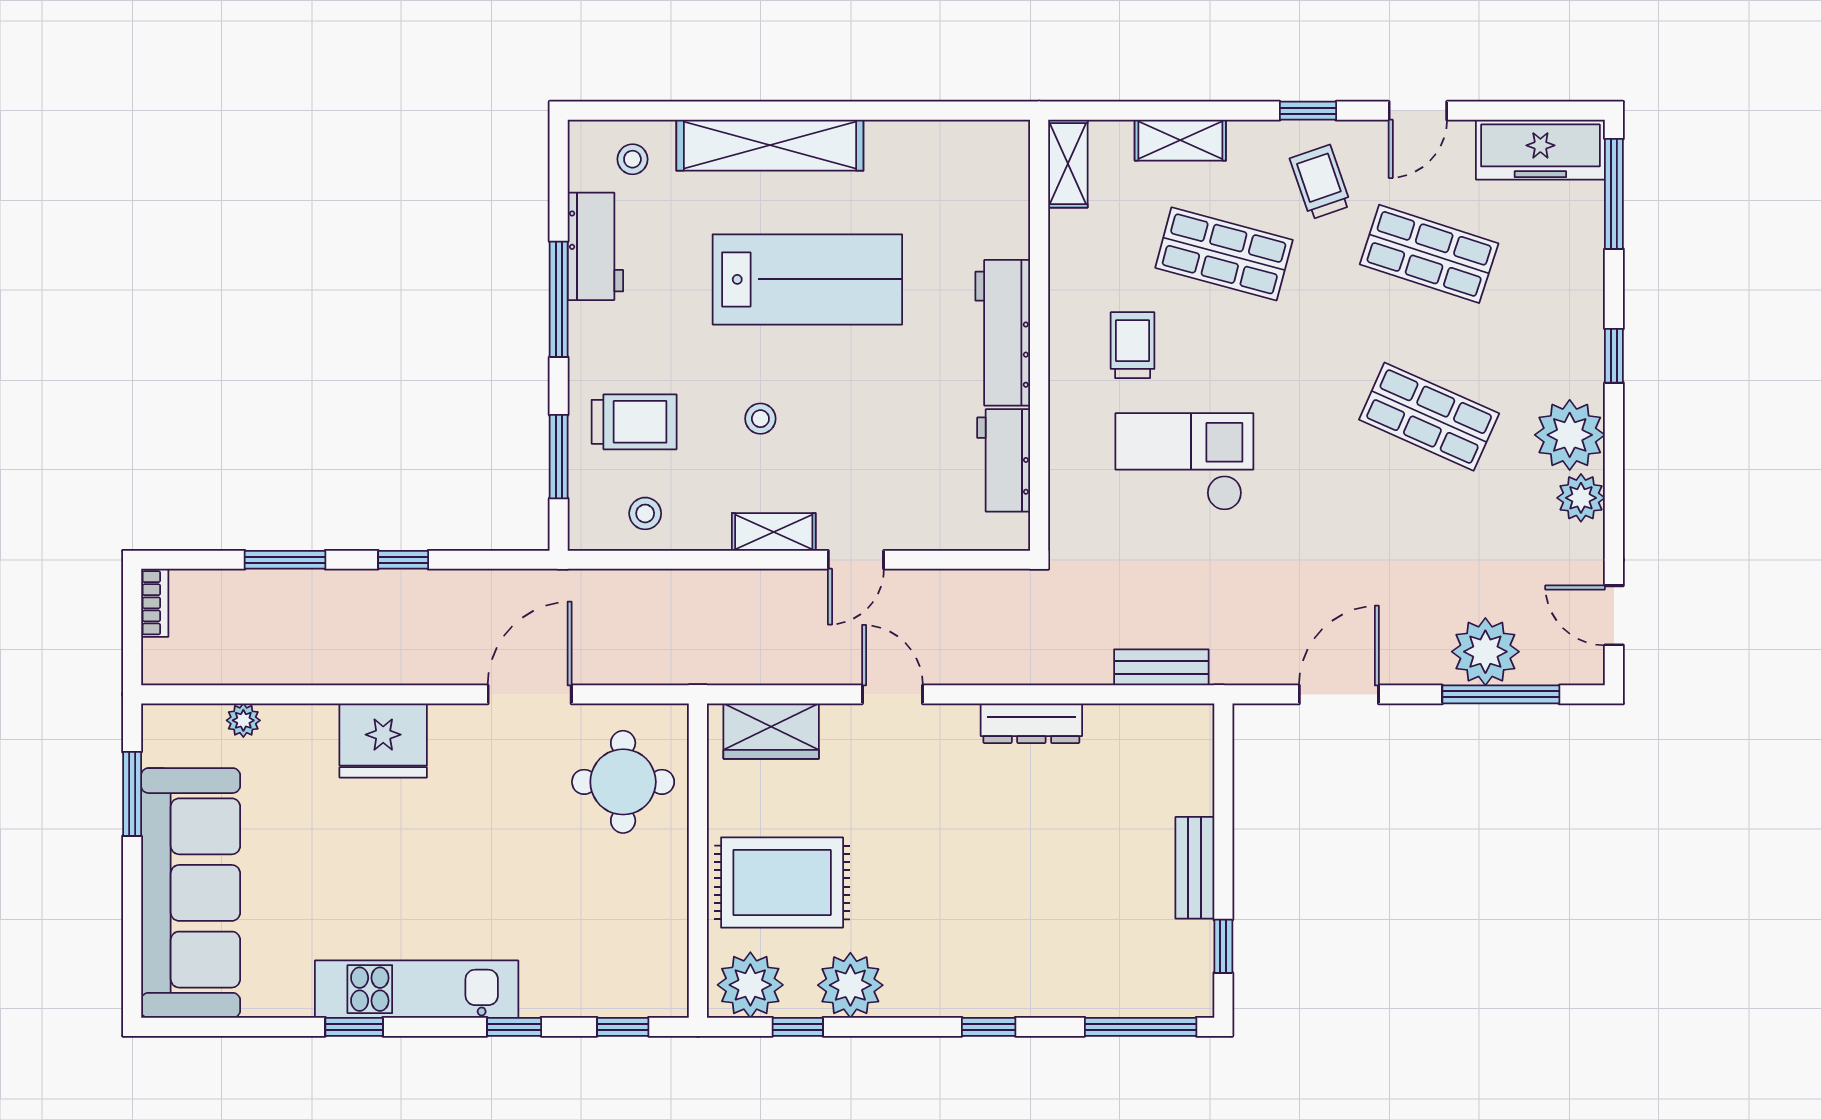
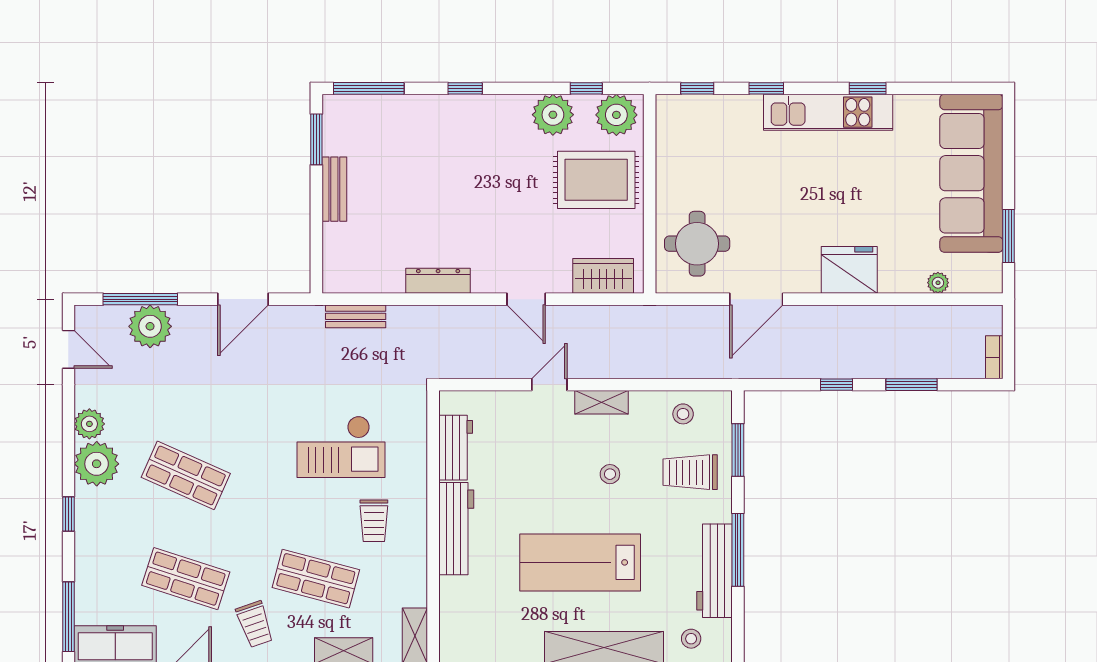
workbench: (595, 246) -> (715, 571), width x1.38
window: (1223, 946) -> (316, 139), width x1.50

